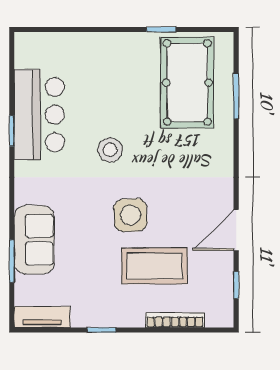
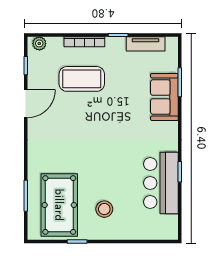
stool: (110, 150) -> (104, 209), moved
side table: (131, 215) -> (98, 114), removed
tv unit: (42, 317) -> (146, 44), moved
plant: (216, 318) -> (39, 43), added
bookcase: (175, 320) -> (84, 42), moved

